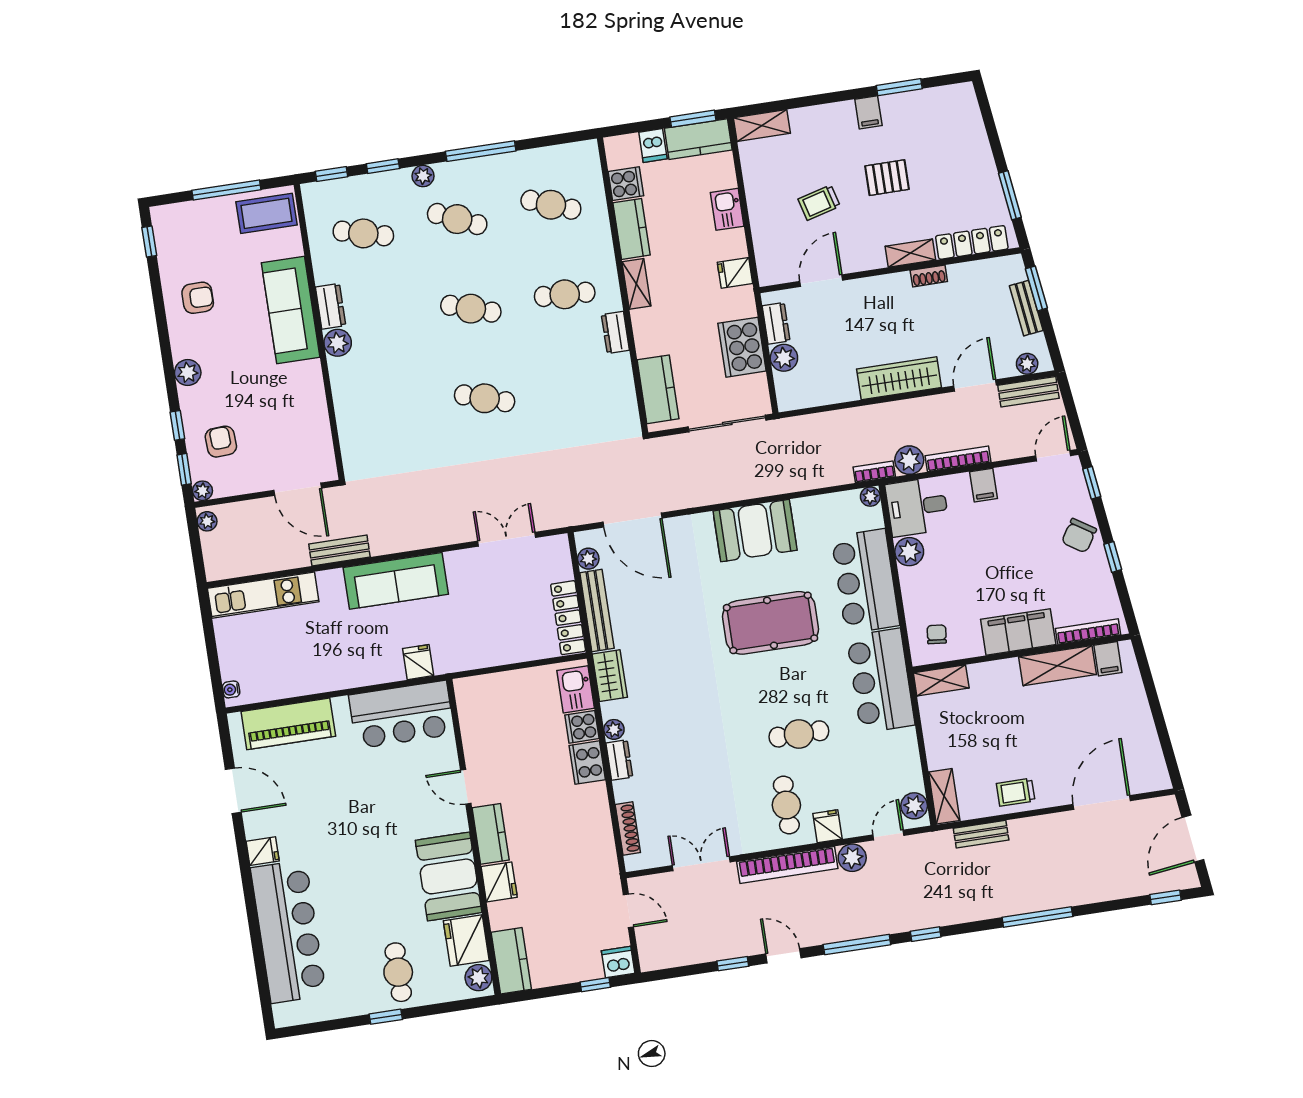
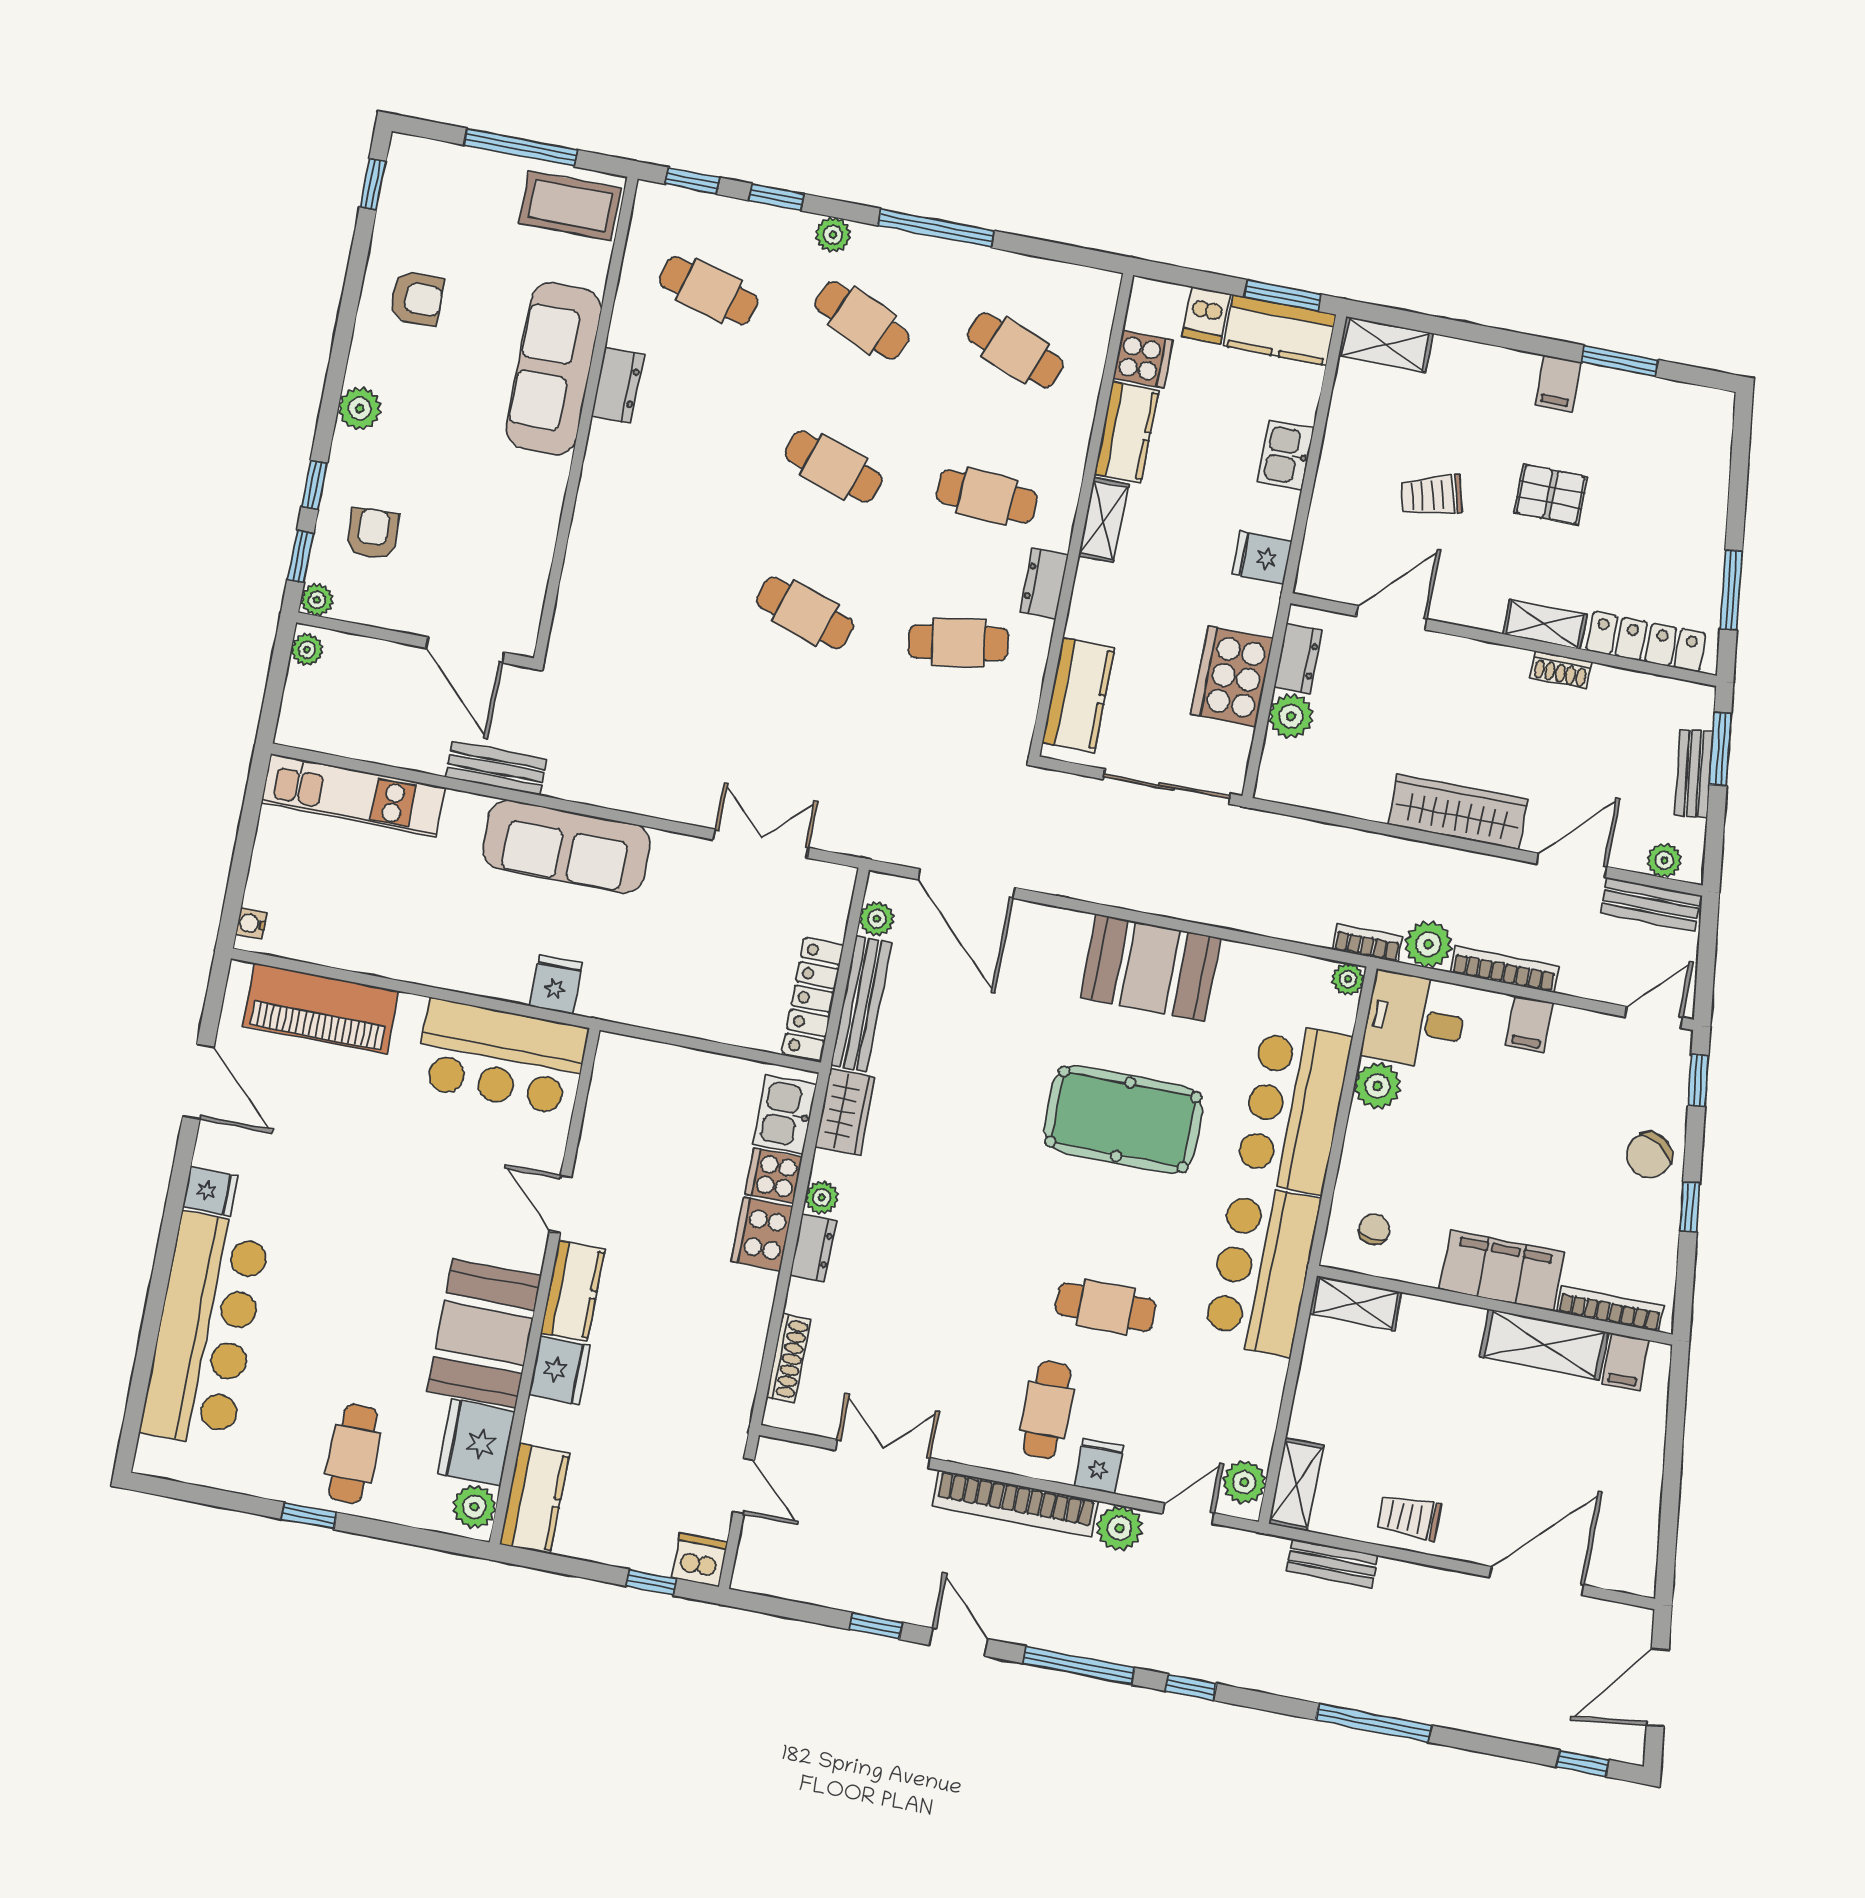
plant: (338, 343) -> (608, 446), removed
cafe table: (578, 384) -> (958, 643), added

